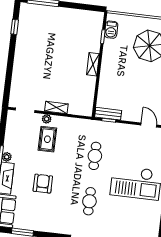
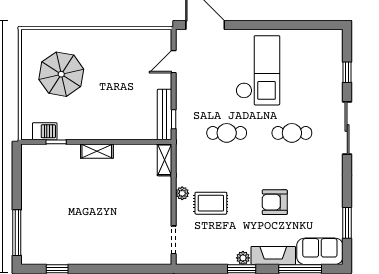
shelving: (56, 107) -> (164, 160), moved
bench: (108, 114) -> (165, 115), width x1.36
plant: (47, 119) -> (182, 193), moved

